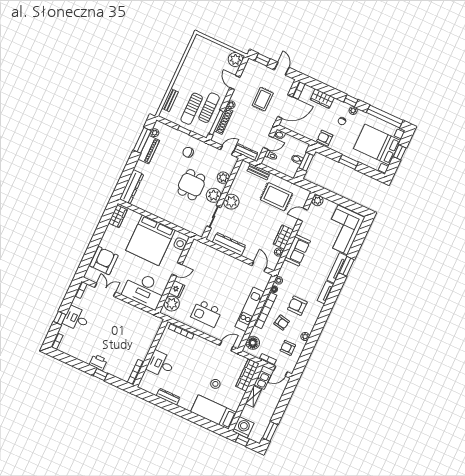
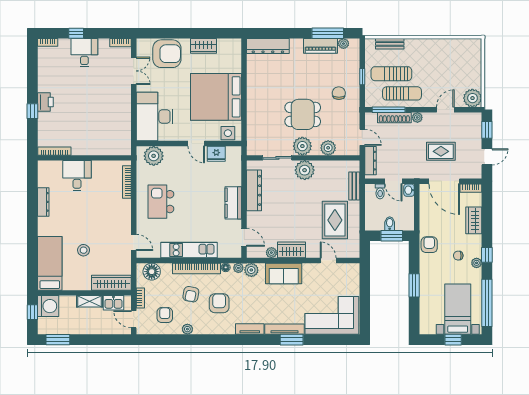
bed with nightstands: (377, 145) -> (458, 309), width x0.73
plant: (318, 200) -> (251, 270), moved
wardrobe: (118, 216) -> (204, 46), moved
kitchen counter: (231, 263) -> (233, 203), added
door: (259, 266) -> (244, 237), hinge flipped
fridge: (177, 289) -> (216, 154), moved

